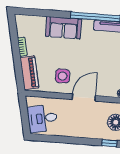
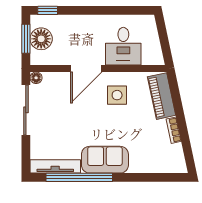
sofa: (64, 28) -> (105, 160), moved
desk: (42, 118) -> (123, 46), moved, turned 102

